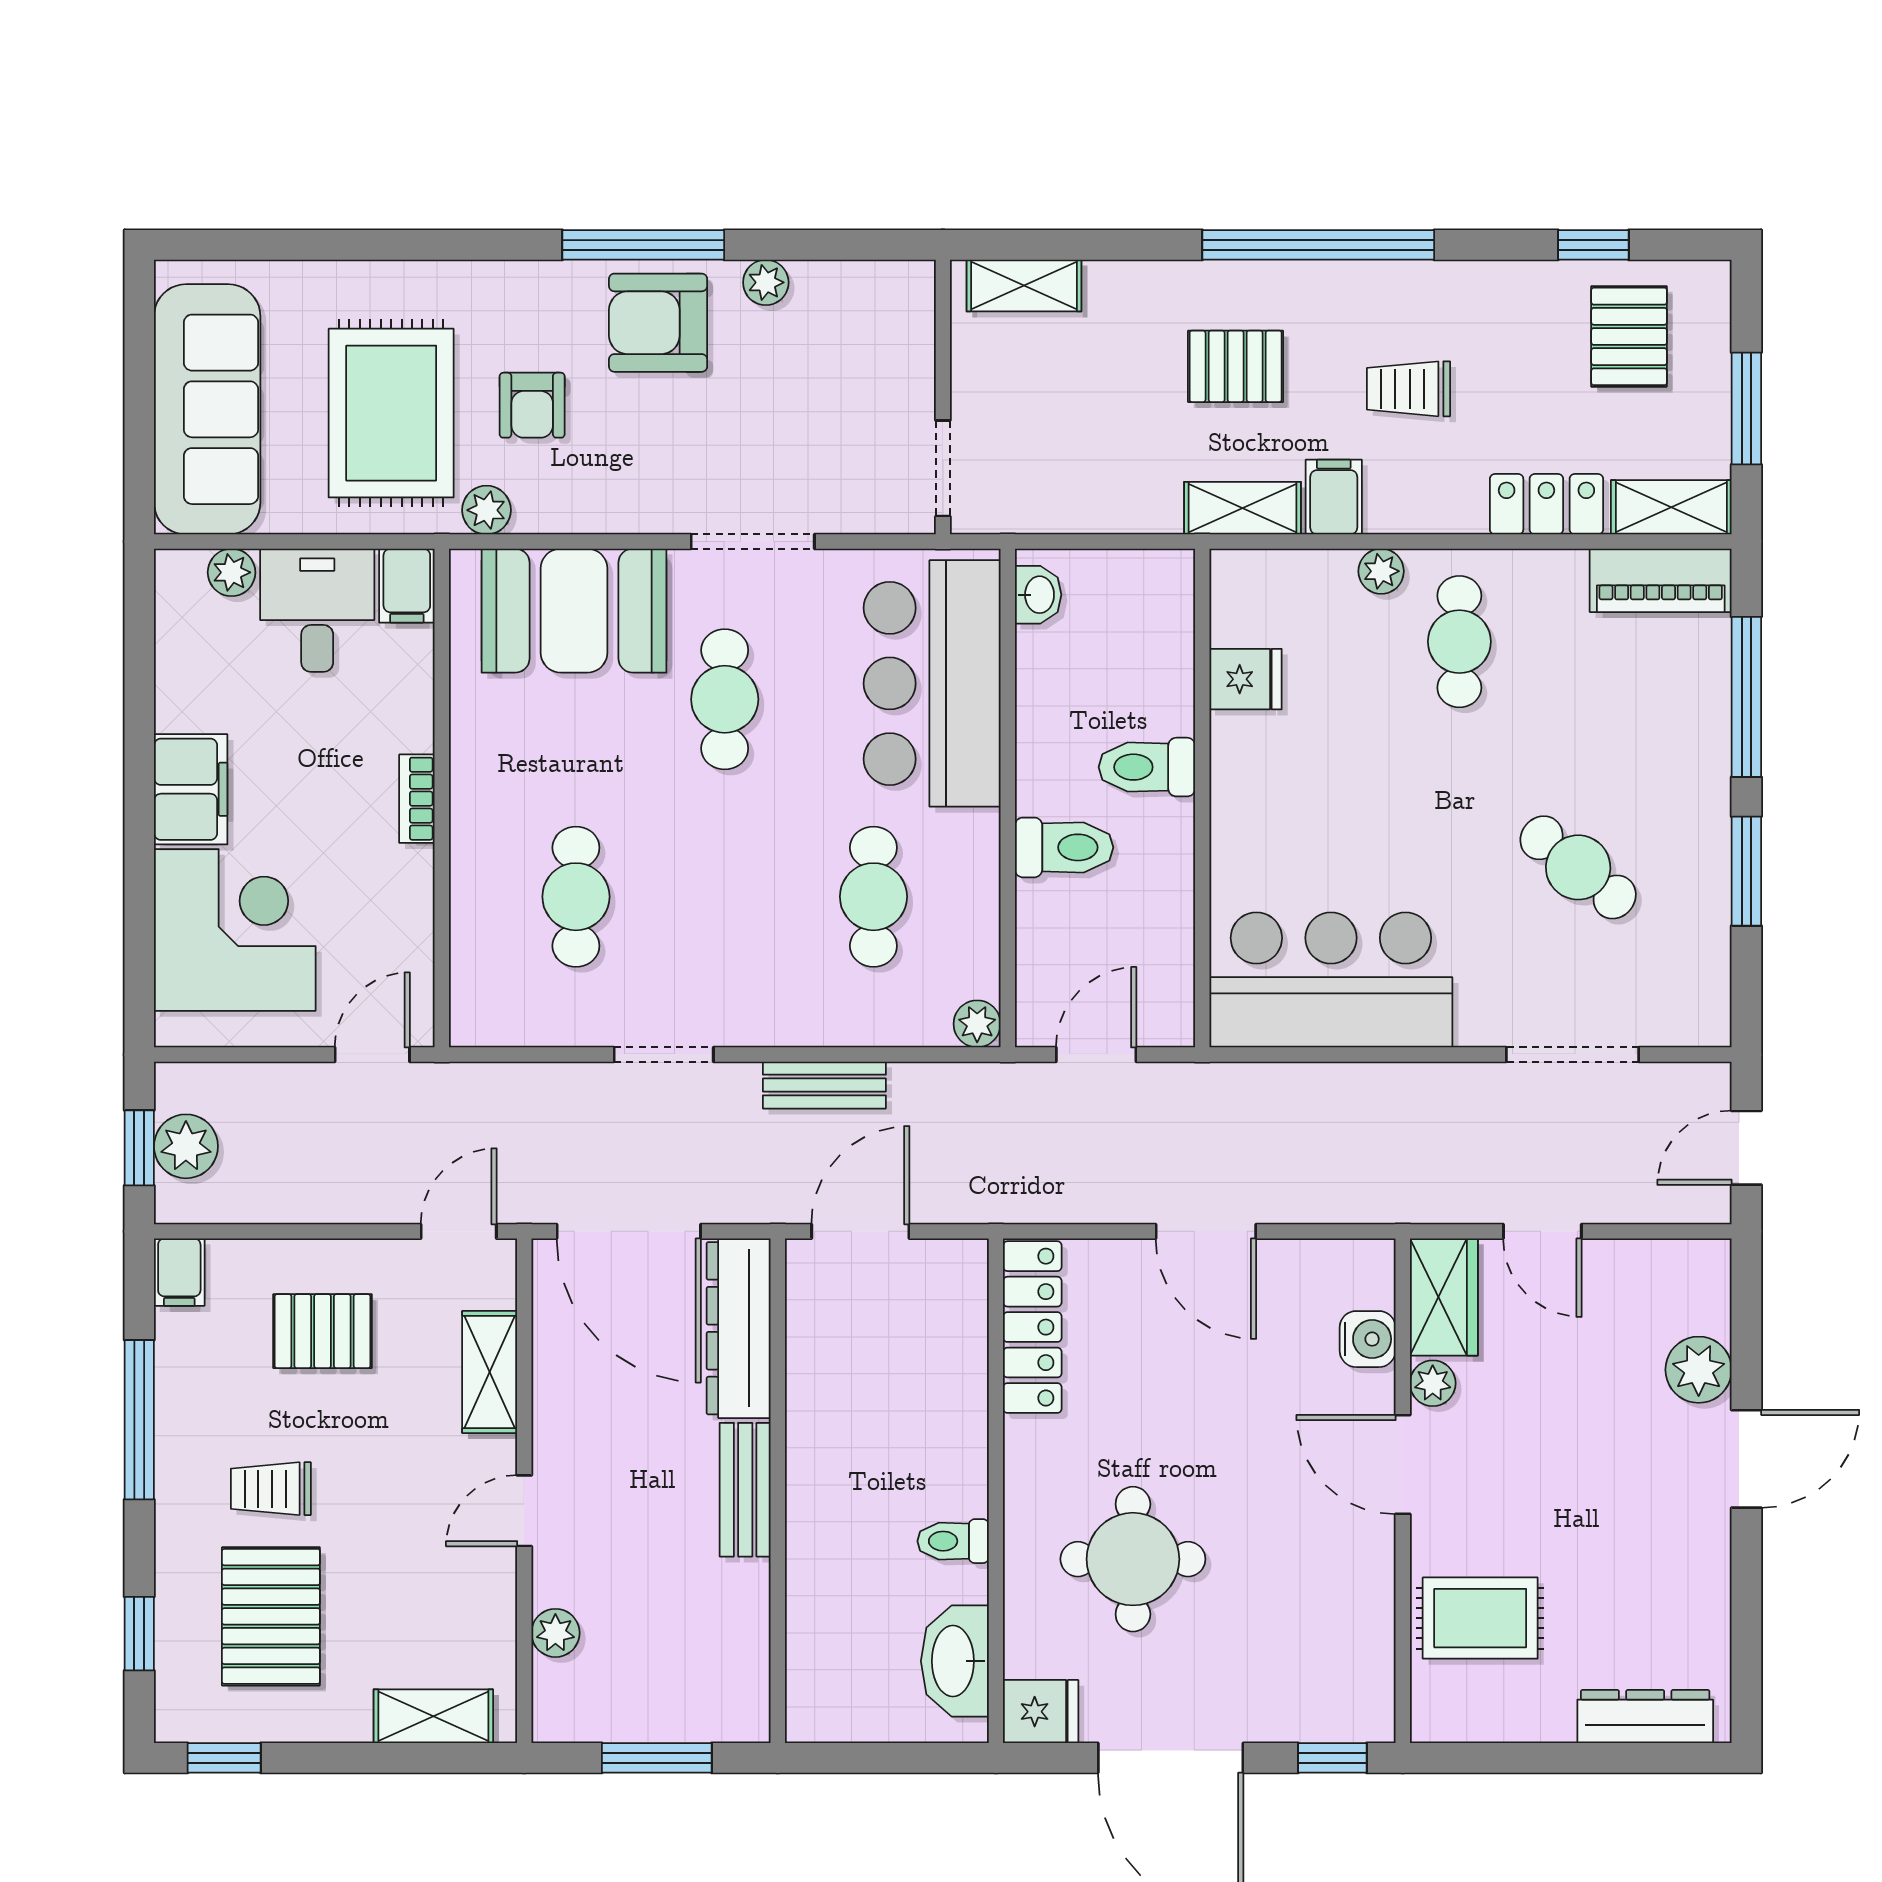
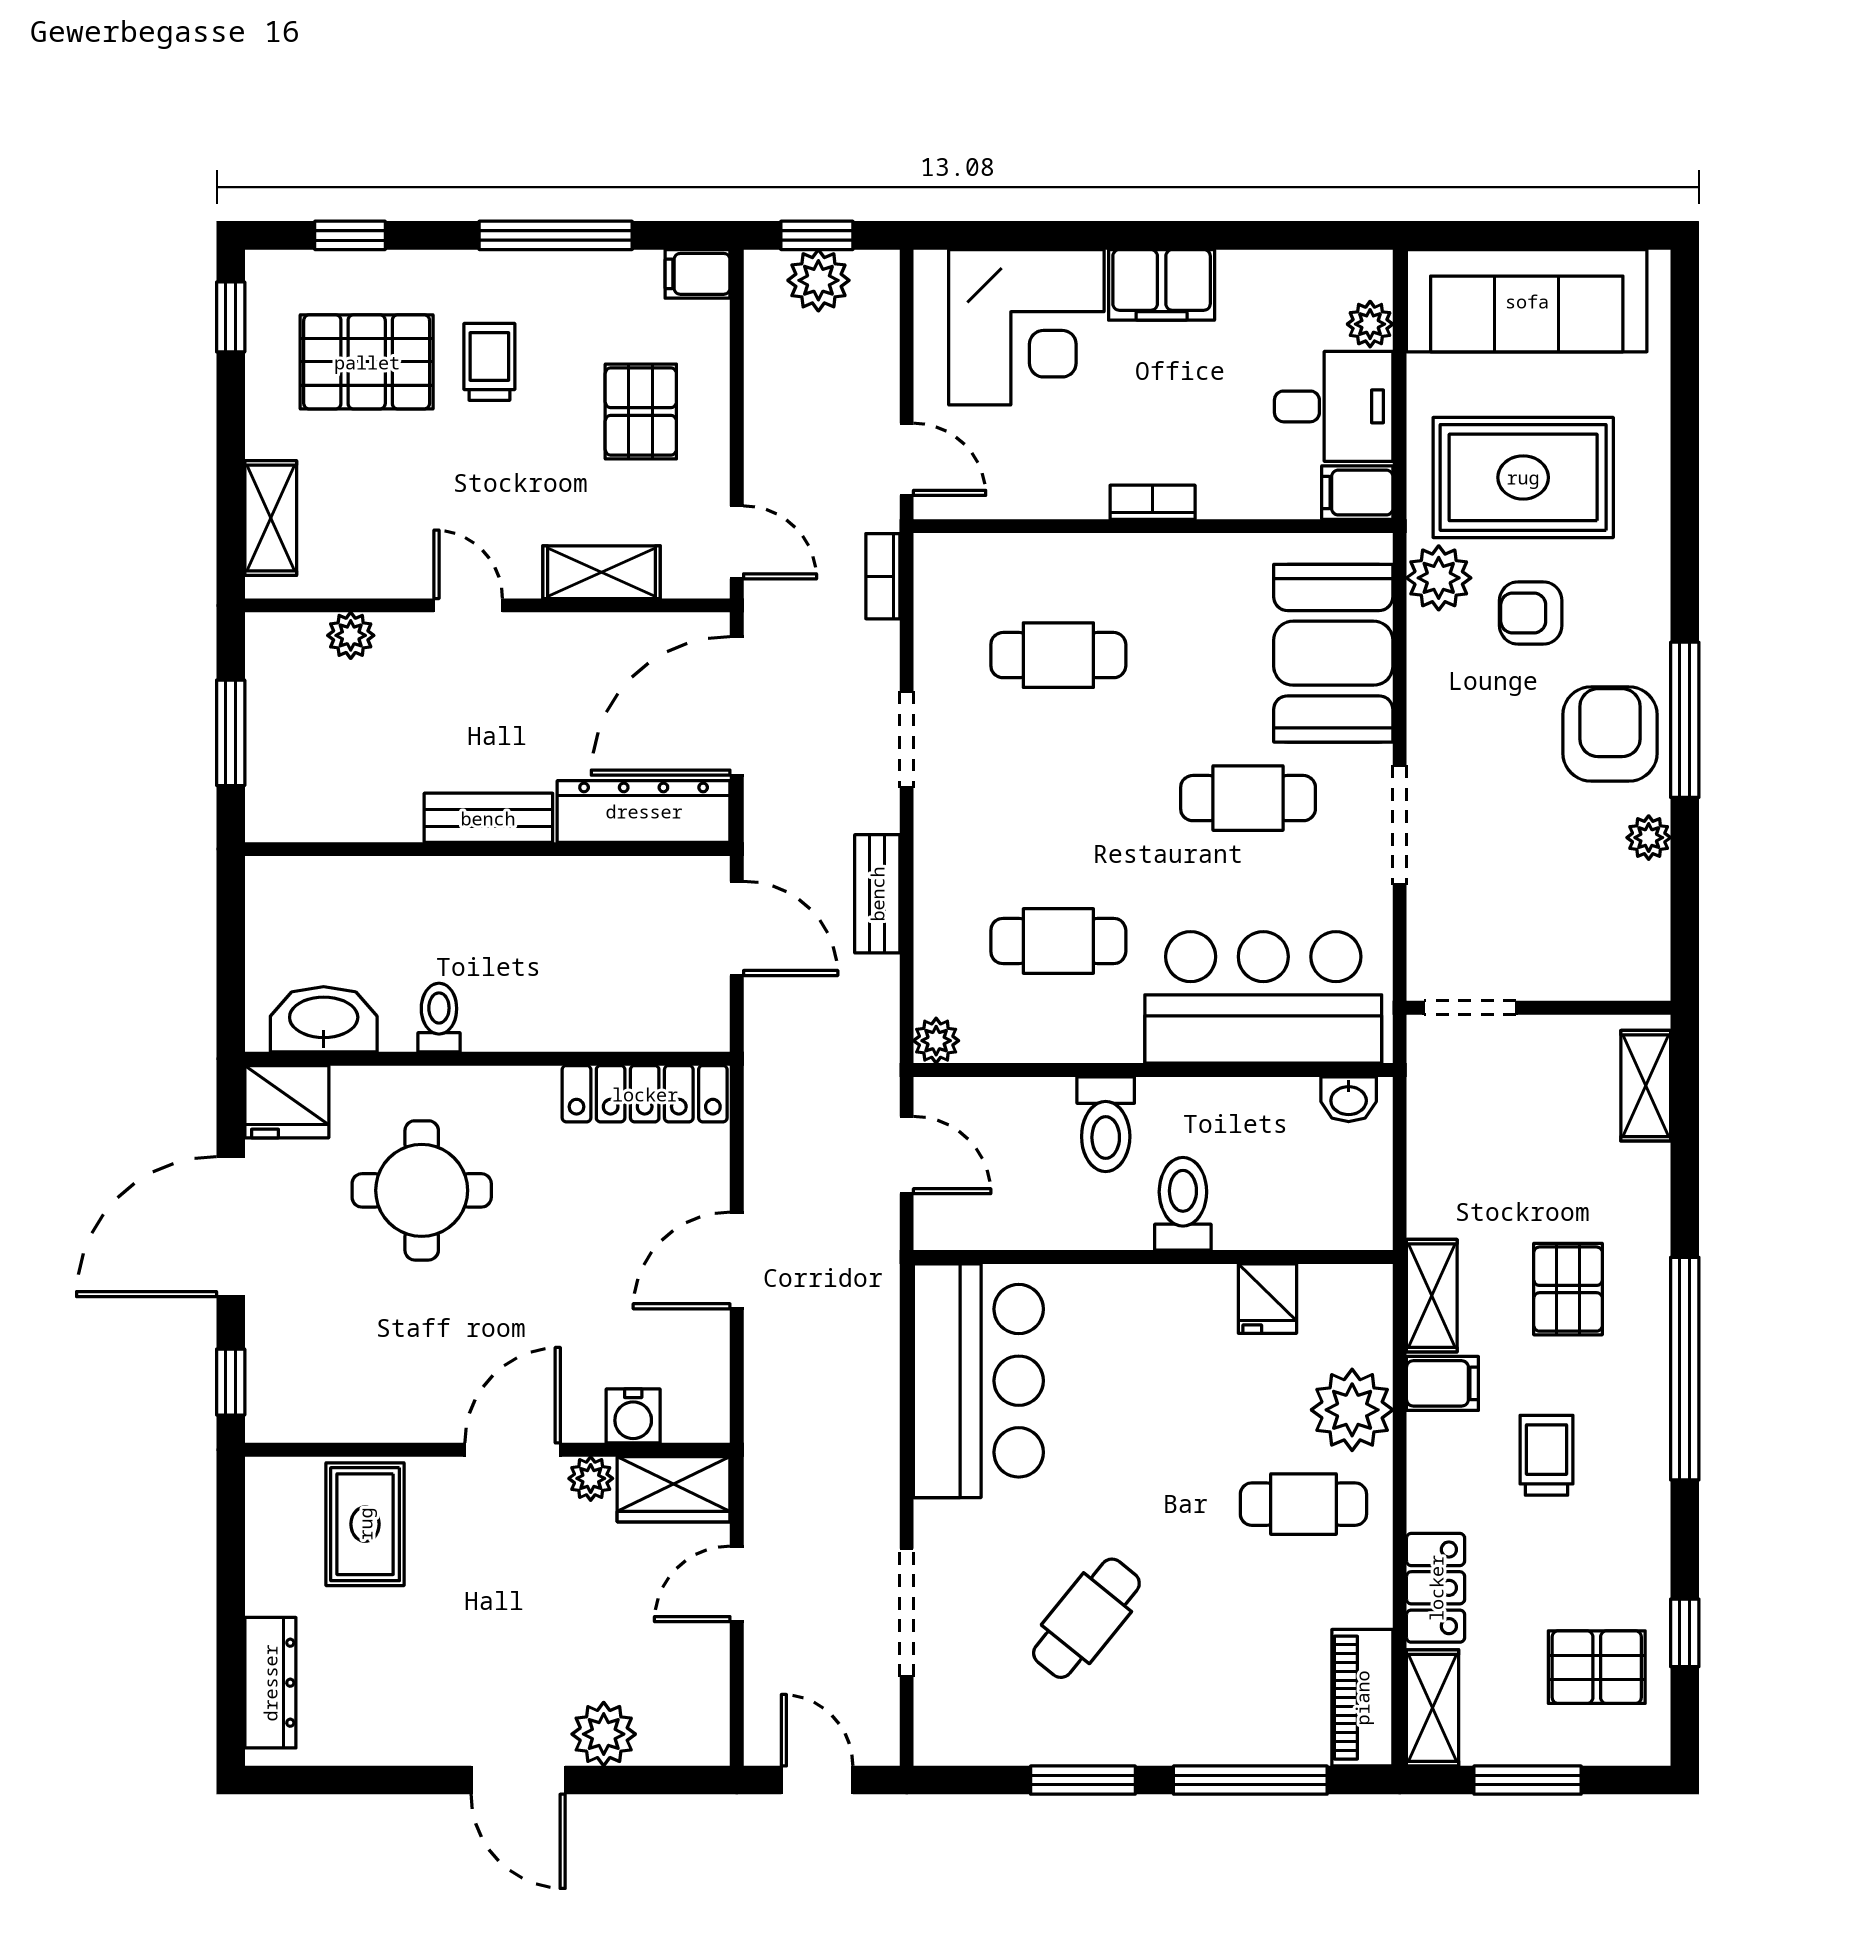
plant: (486, 510) -> (1439, 578), width x1.38, depth x1.38
plant: (1381, 571) -> (1352, 1410), width x1.88, depth x1.88
bookcase: (494, 1079) -> (883, 576), added
fridge: (1041, 1712) -> (287, 1102), width x1.38

